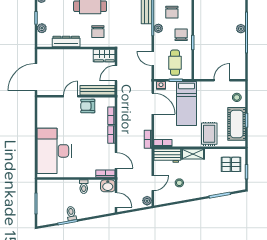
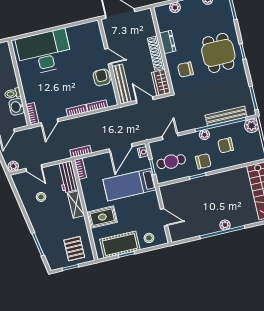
dresser: (66, 42) -> (168, 42), width x0.70
shoe rack: (78, 54) -> (156, 53), added
washbasin: (108, 186) -> (17, 107), moved

